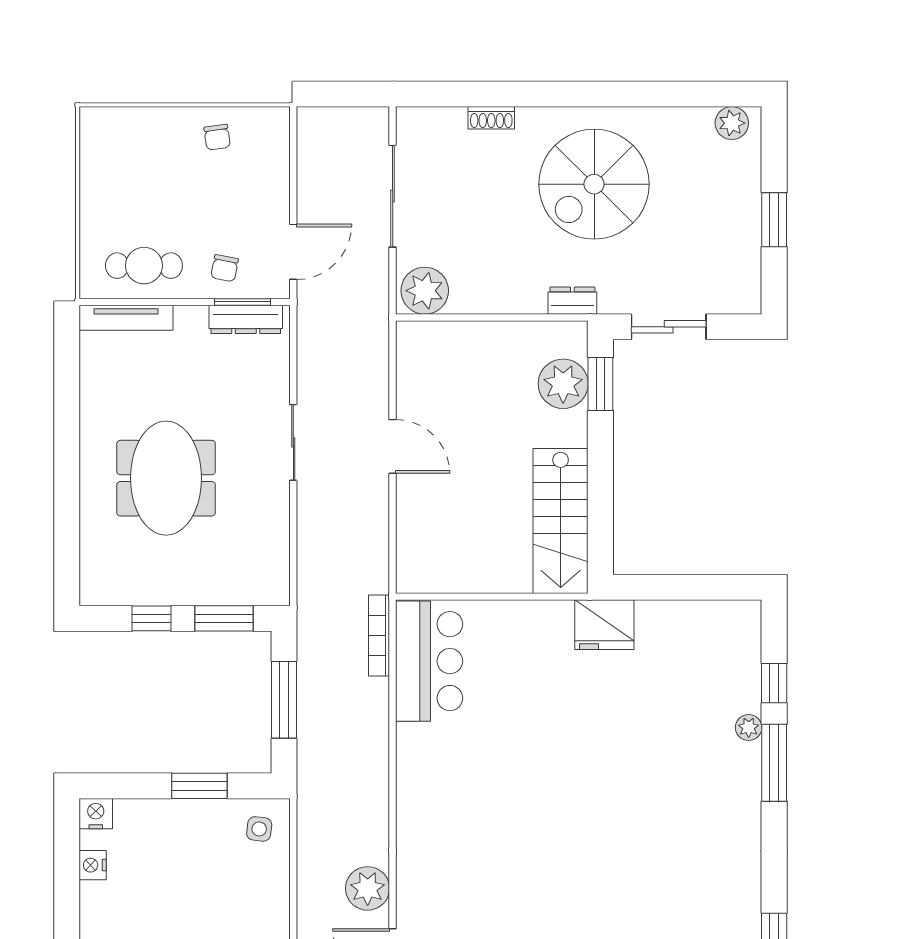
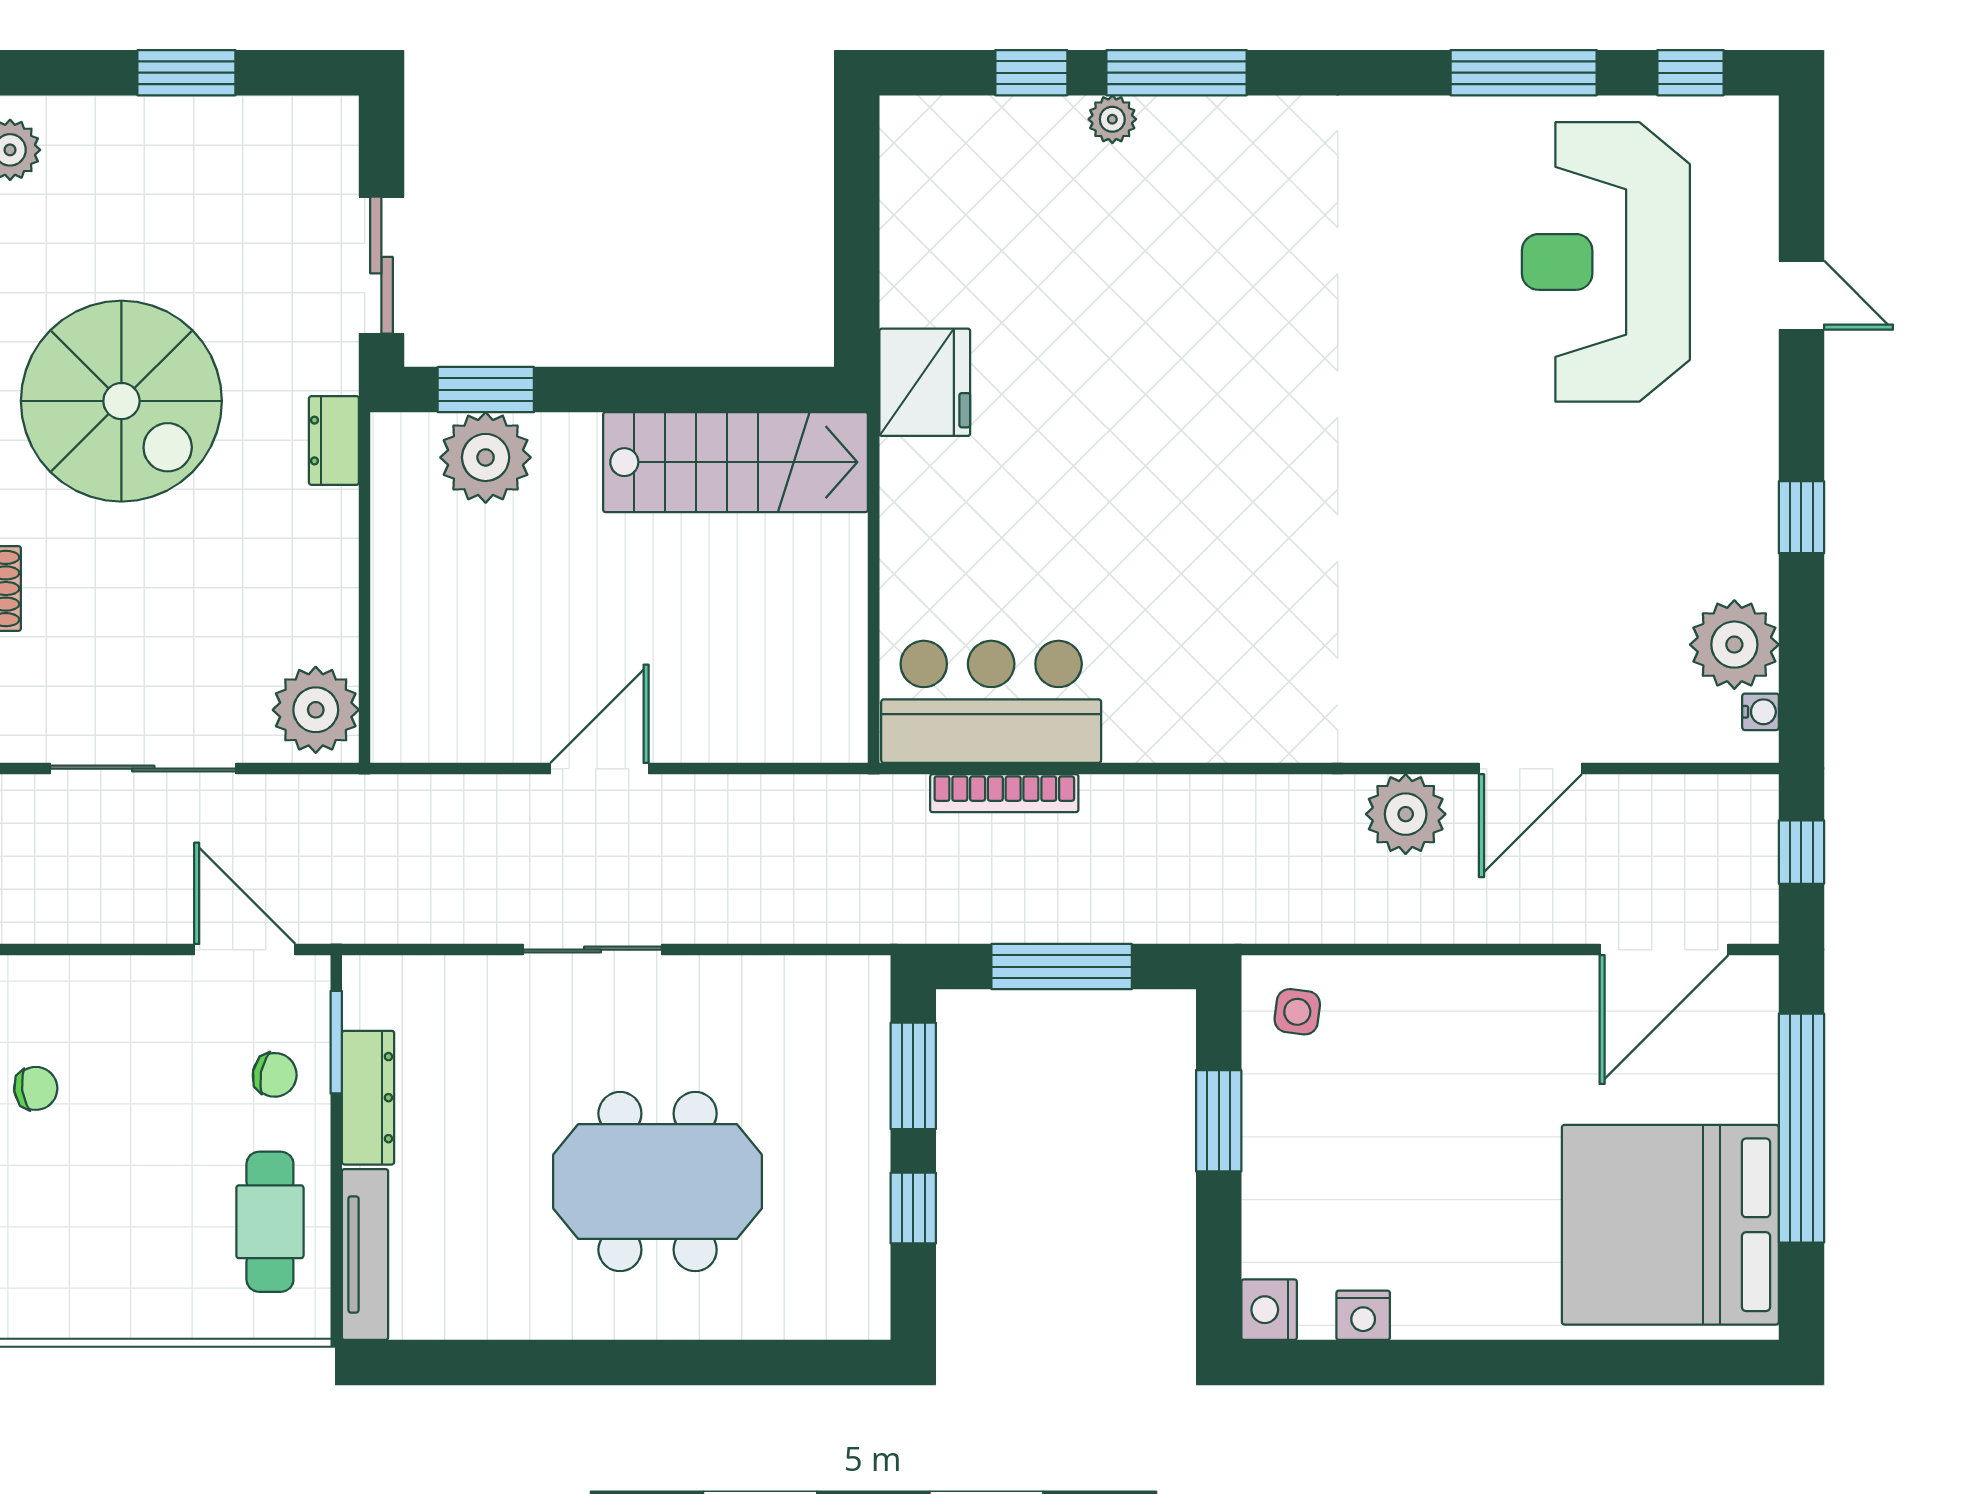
dresser: (246, 319) -> (368, 1098), moved
bookcase: (379, 635) -> (1004, 793), moved

